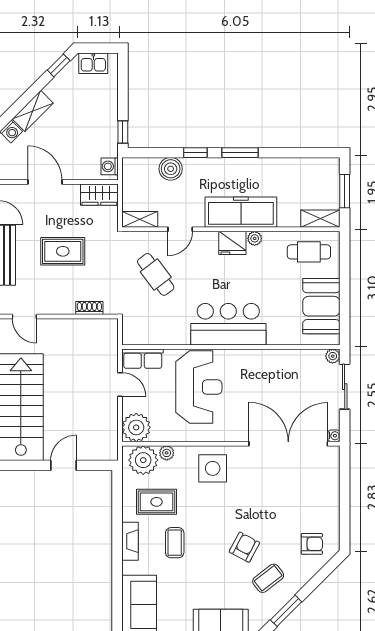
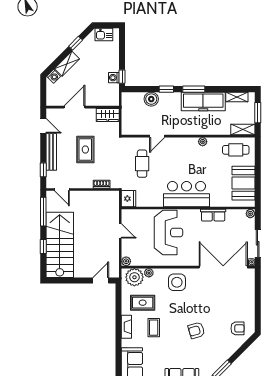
window: (59, 65) -> (76, 43), moved
washing machine: (110, 166) -> (114, 78), moved
door: (45, 182) -> (74, 107), hinge flipped
freezer: (241, 212) -> (203, 101), moved, turned 180
shelving: (140, 219) -> (237, 97), moved
fridge: (232, 243) -> (129, 199), moved, turned -90
rug: (63, 251) -> (85, 150), turned 90
cafe table: (156, 274) -> (142, 164), turned 37
row of seats: (143, 359) -> (213, 215), moved
sliding door: (345, 387) -> (258, 243), moved
plant: (136, 427) -> (126, 261), width x0.53, depth x0.53
door: (63, 465) -> (101, 280), moved
armchair: (244, 547) -> (196, 330), turned -134
coffee table: (268, 578) -> (211, 349), removed

